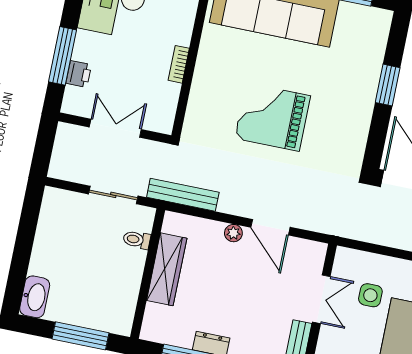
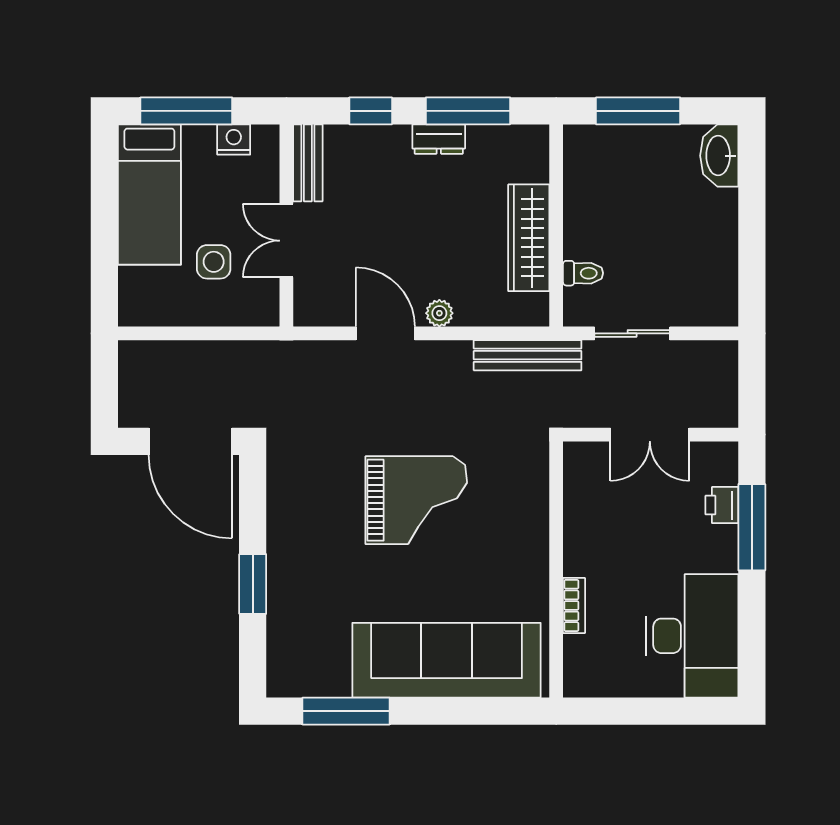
bookcase: (179, 64) -> (574, 605), moved

